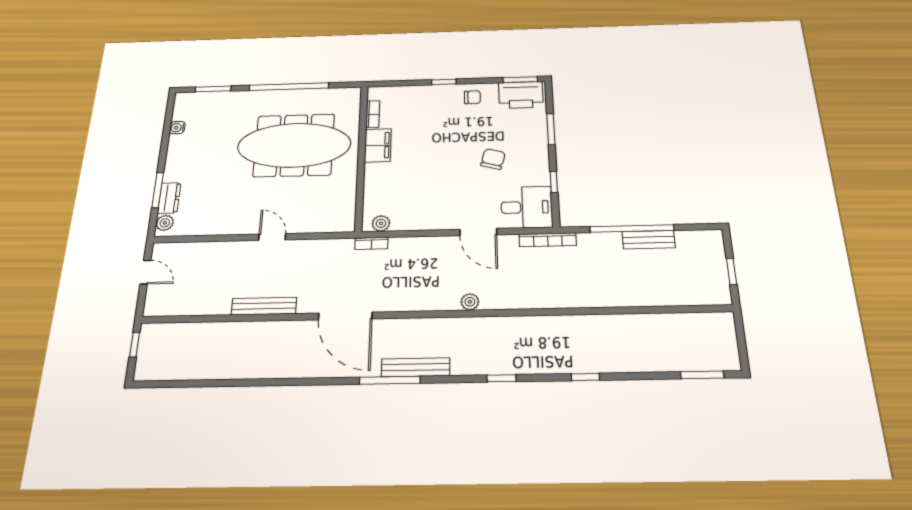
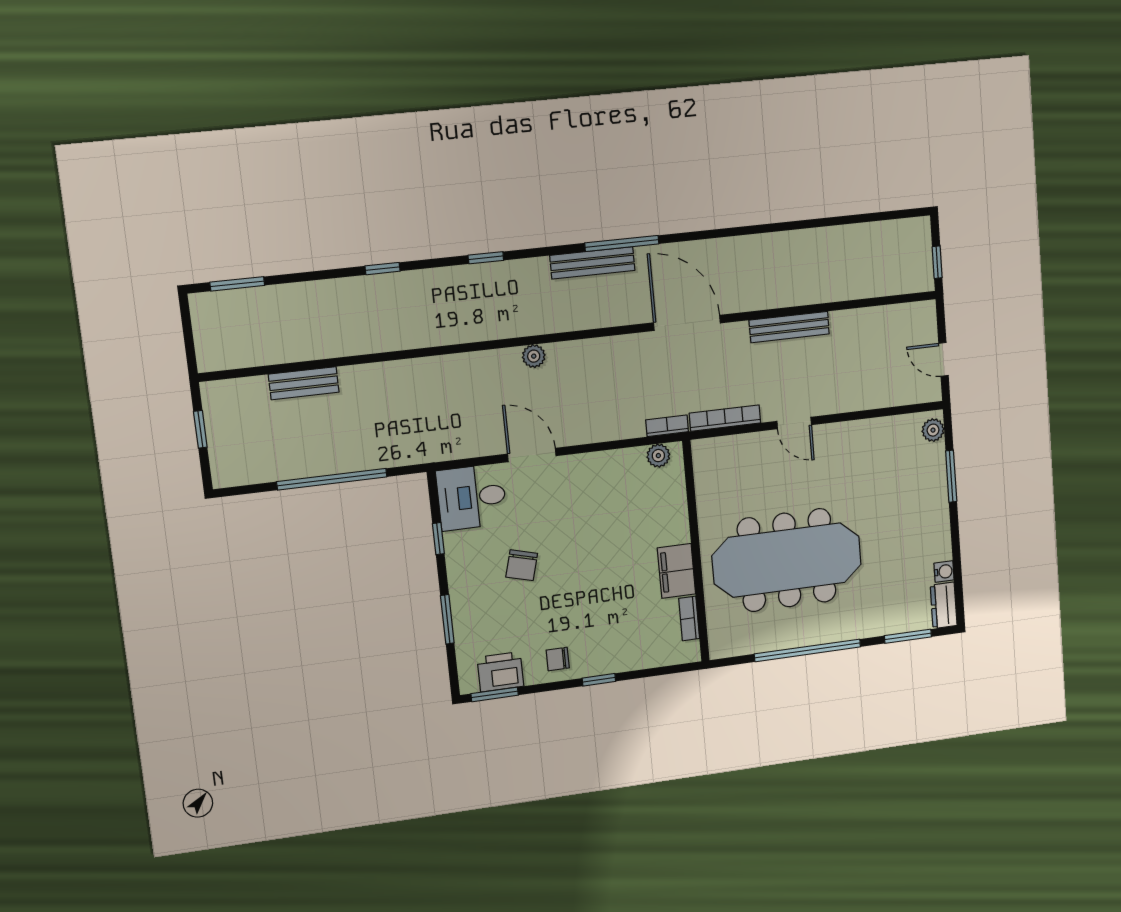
printer: (521, 95) -> (500, 672), width x0.73, depth x0.84
dresser: (169, 198) -> (944, 605), moved
bookcase: (548, 240) -> (725, 418), moved
bench: (649, 240) -> (304, 383), moved

